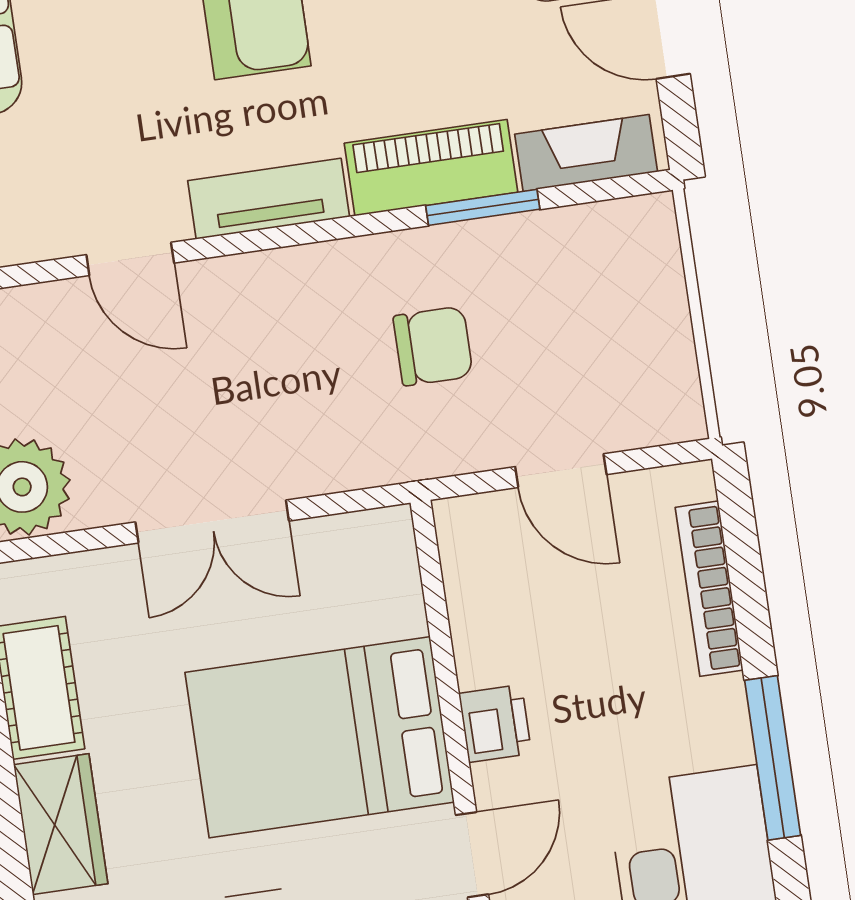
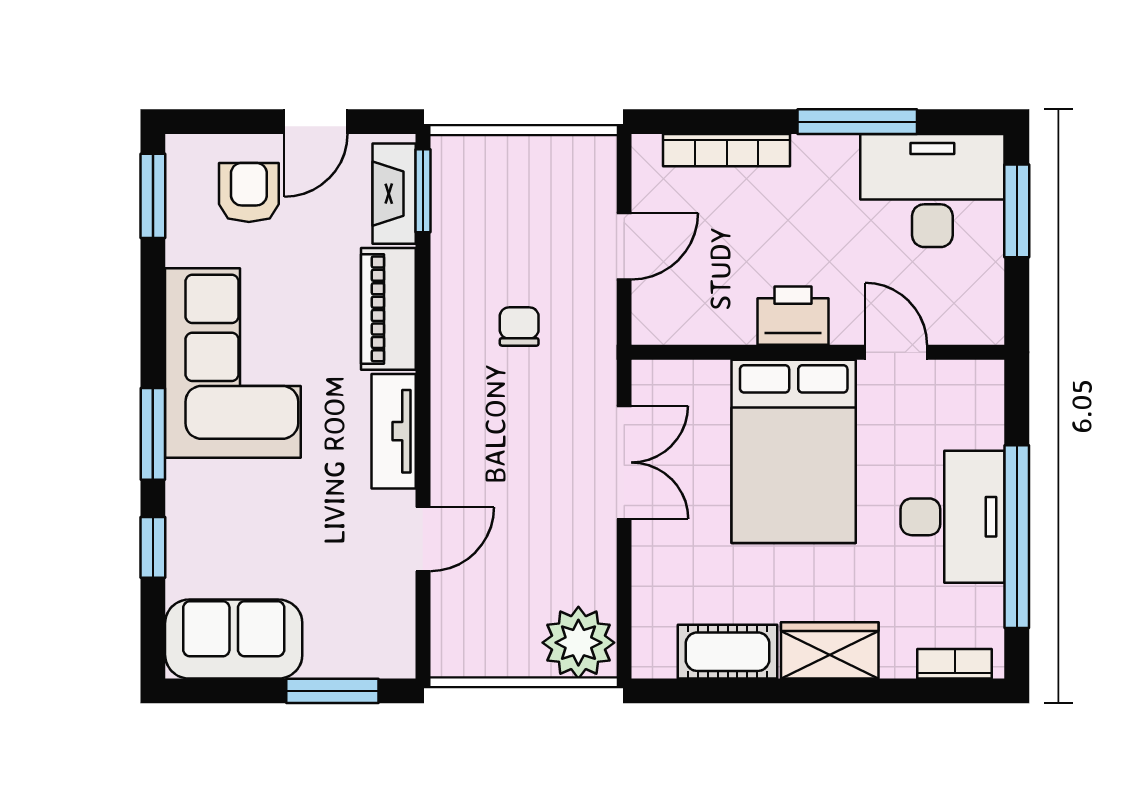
window: (483, 207) -> (423, 191), moved
chair: (433, 346) -> (519, 326), width x0.73, depth x0.73
double door: (212, 522) -> (624, 462), moved
printer: (495, 724) -> (793, 316), width x1.36, depth x1.24

